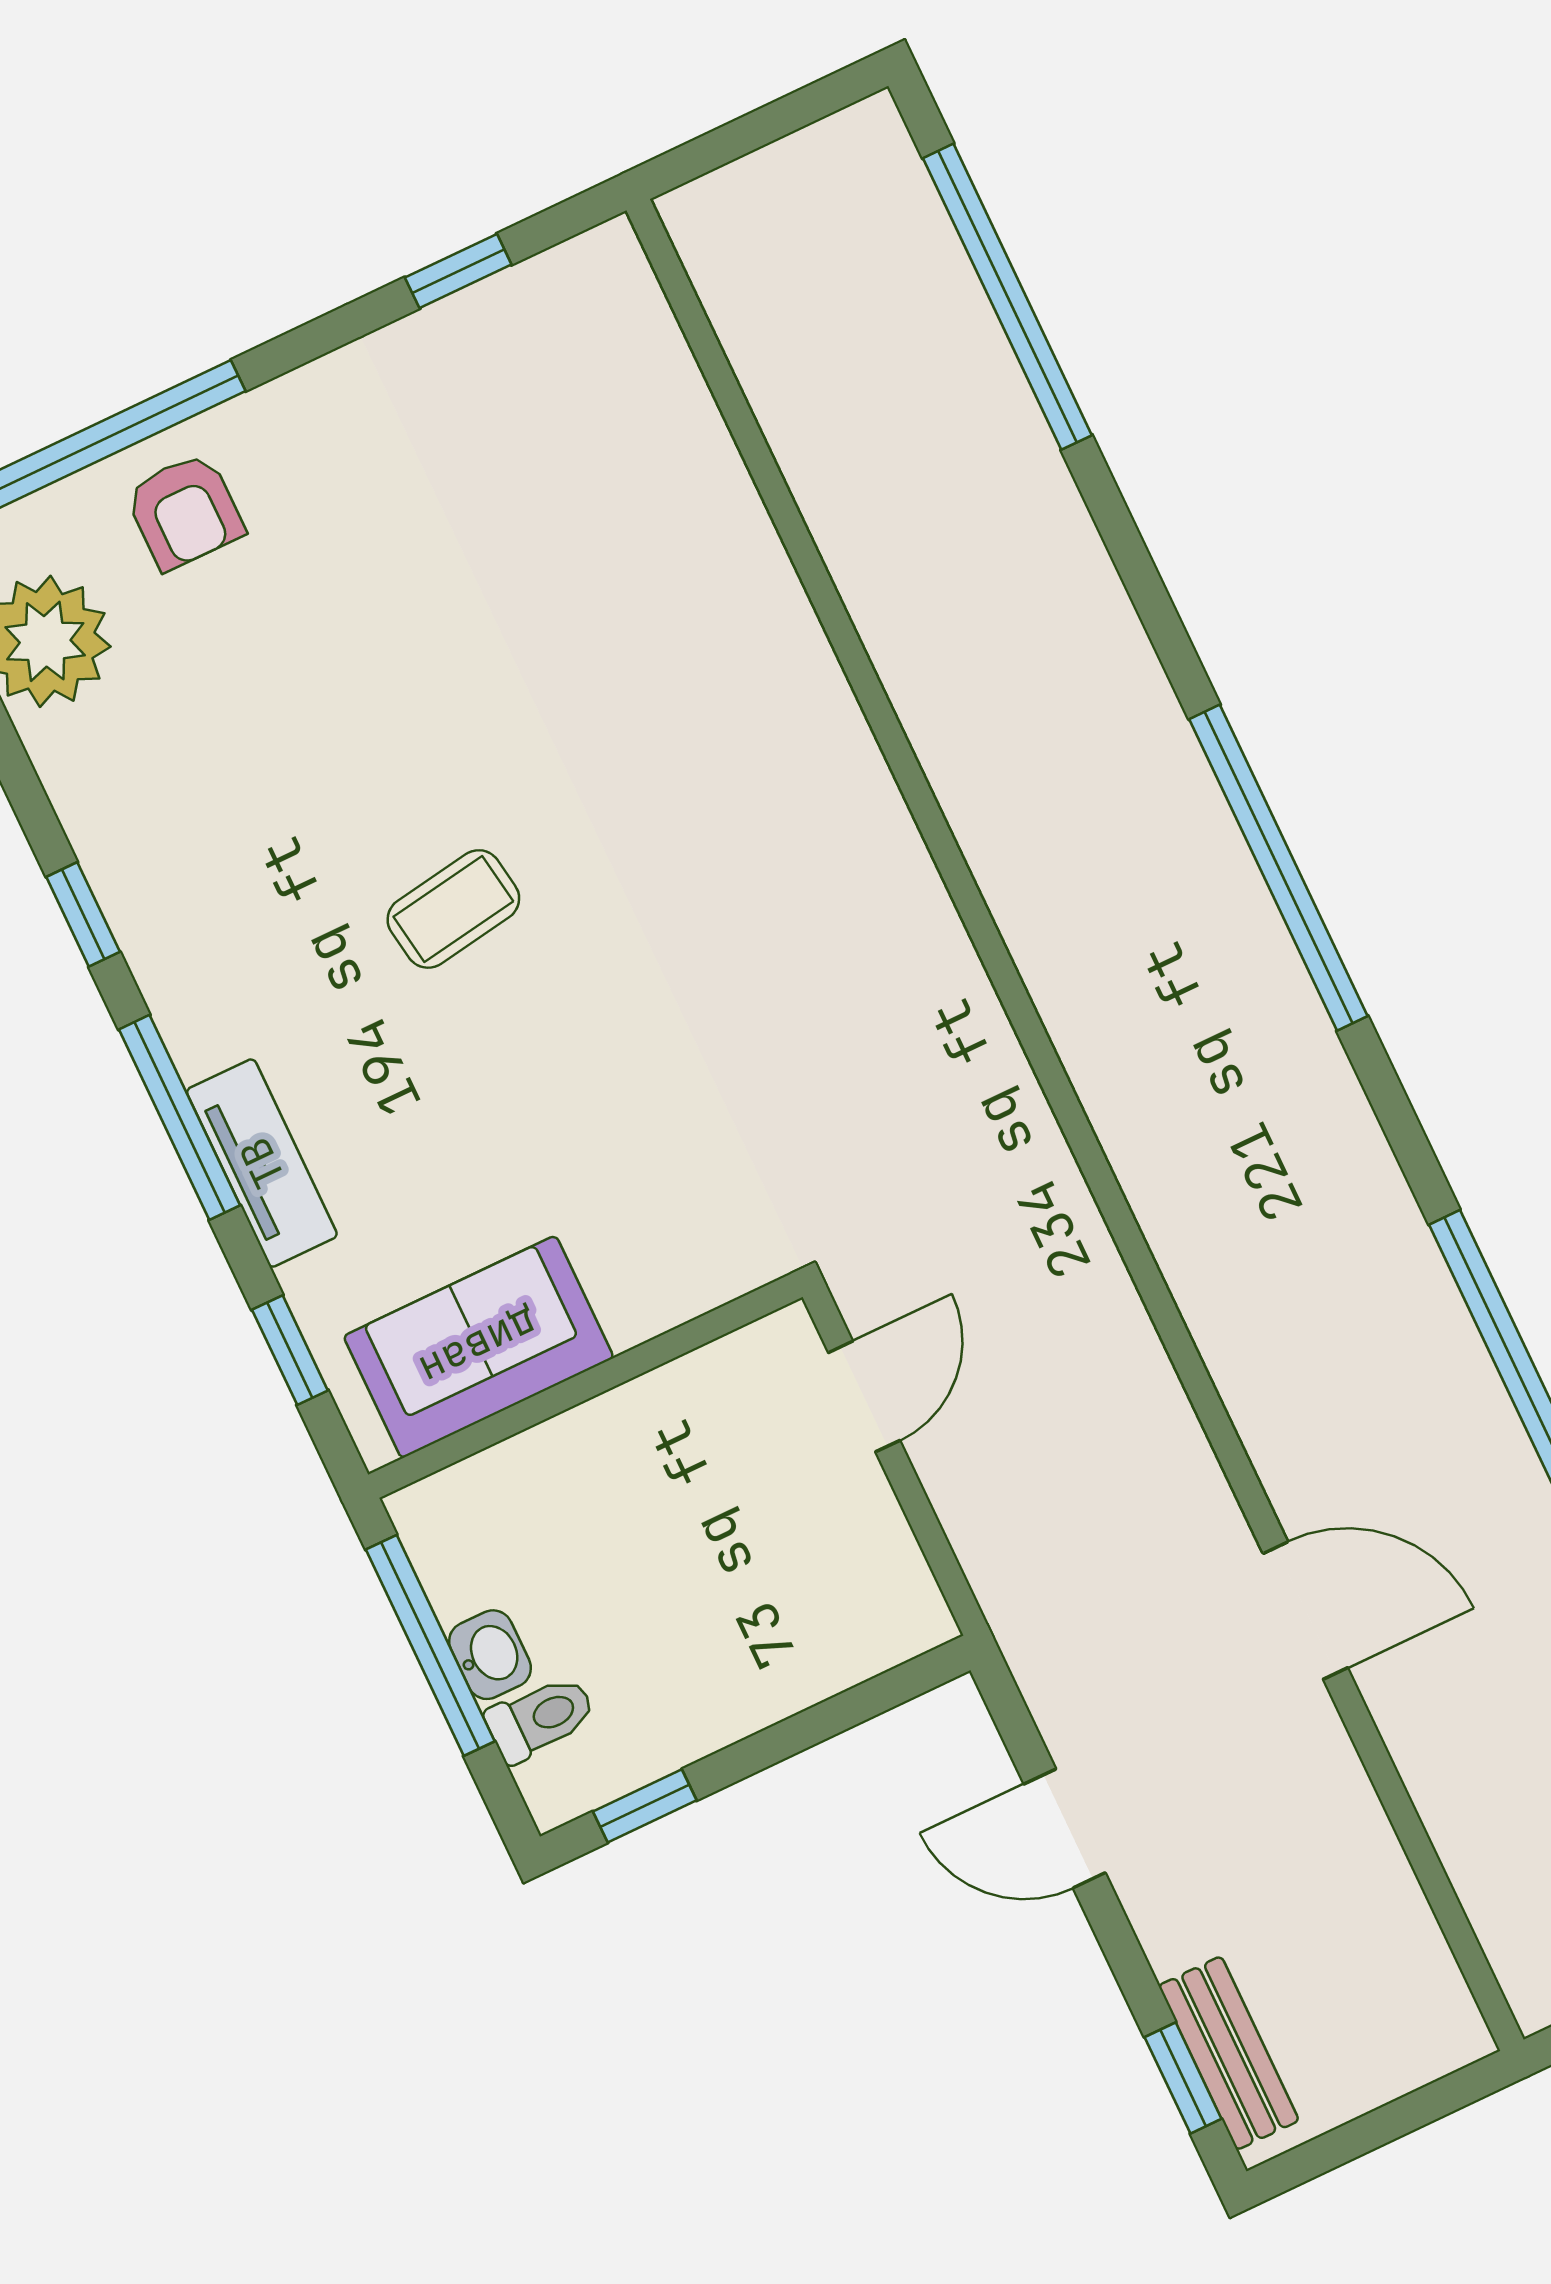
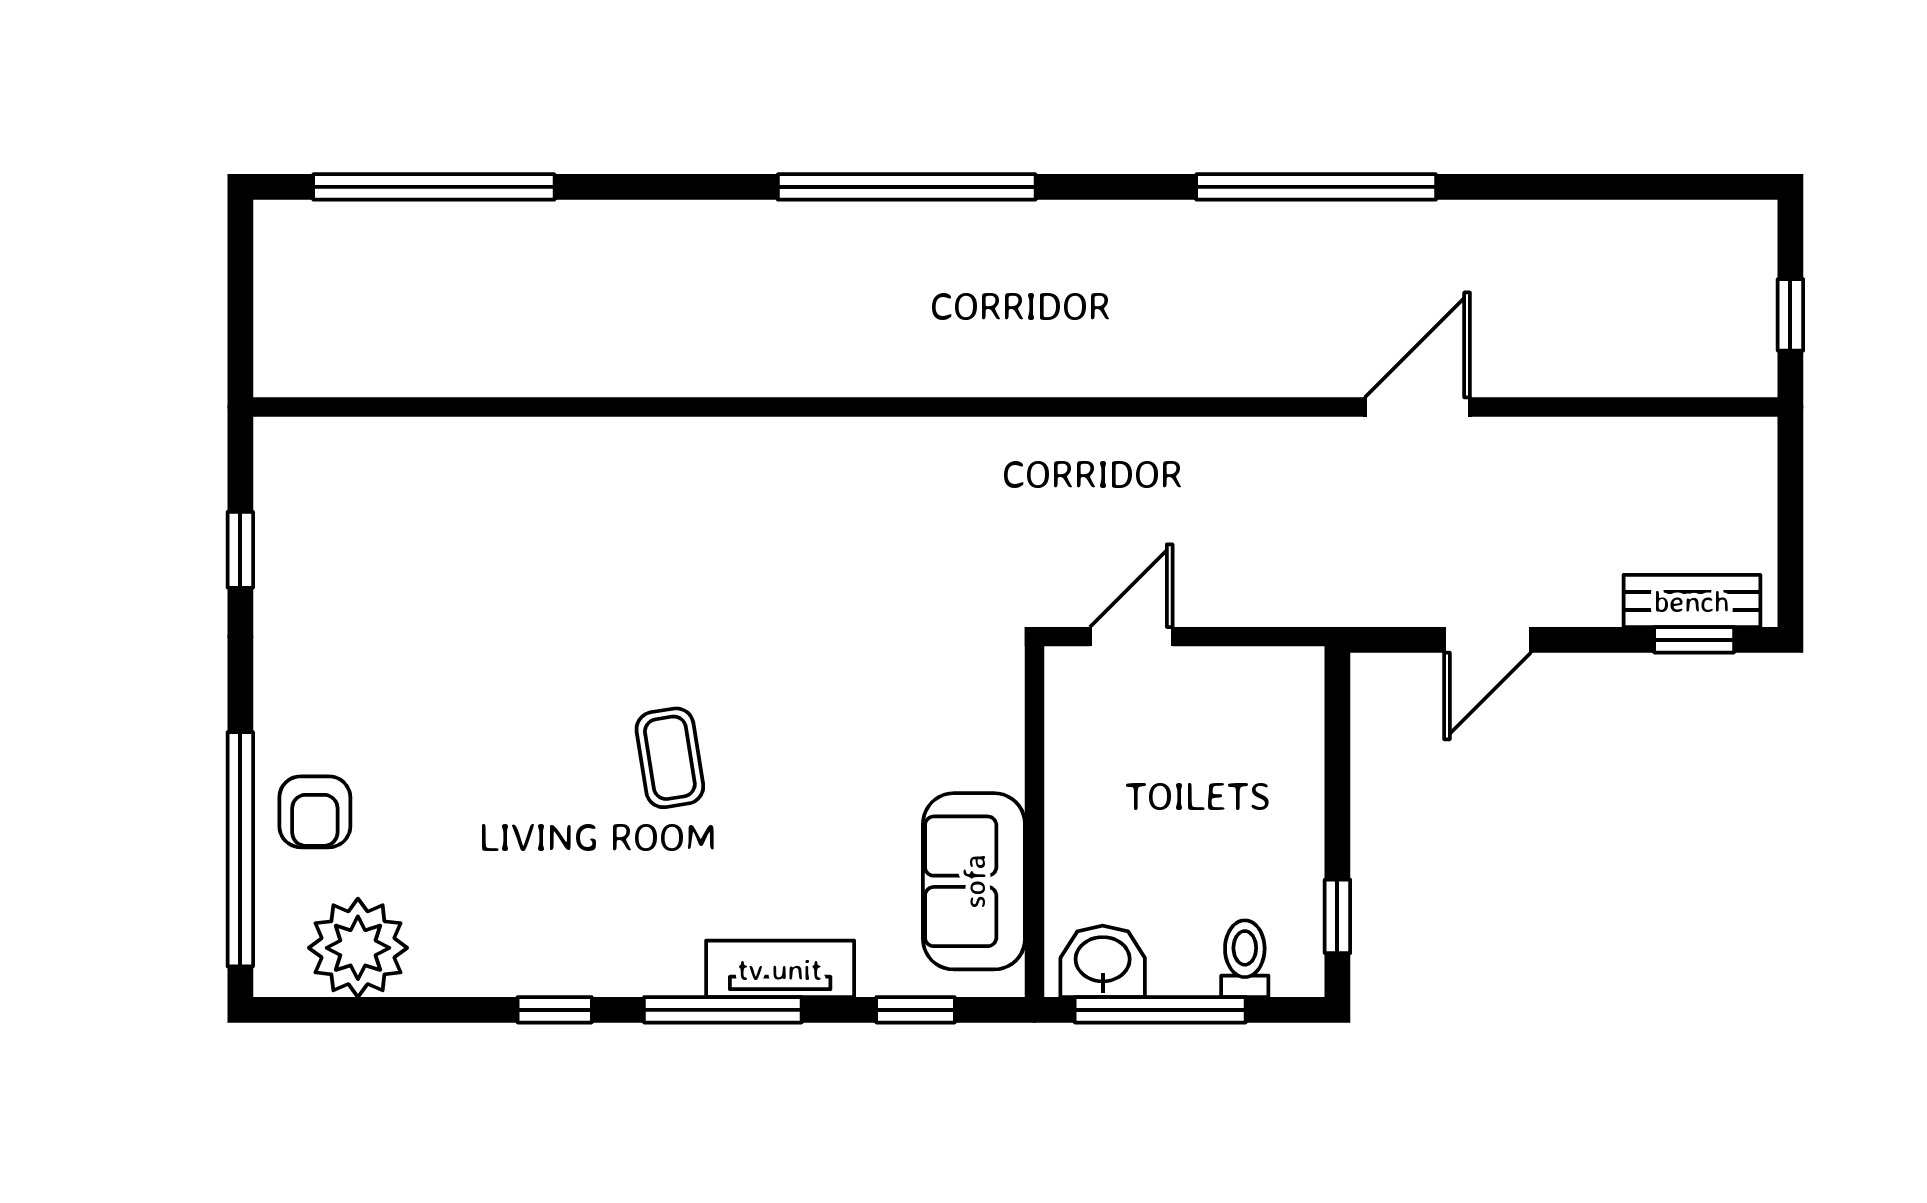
armchair: (185, 511) -> (315, 812), turned 90
door: (864, 1396) -> (1131, 637), hinge flipped
washbasin: (490, 1655) -> (1103, 961), moved, width x1.38, depth x1.45

